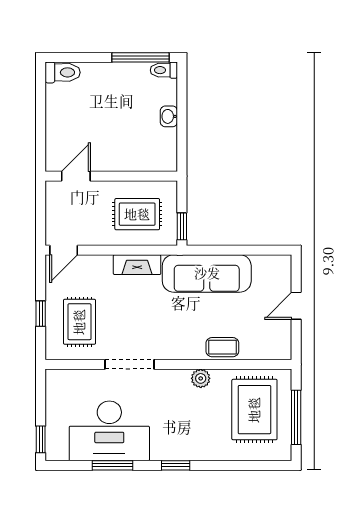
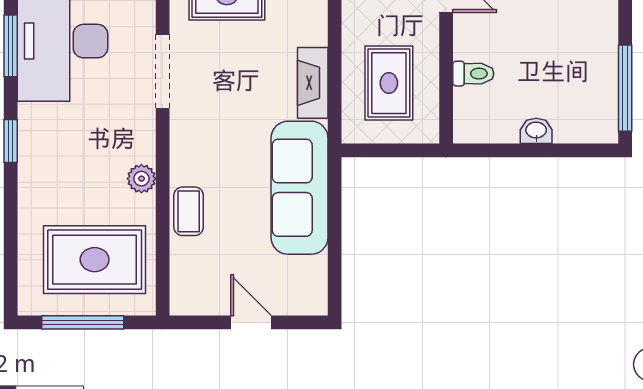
toilet: (164, 70) -> (473, 74), moved, turned 90
window: (182, 226) -> (371, 150), removed

